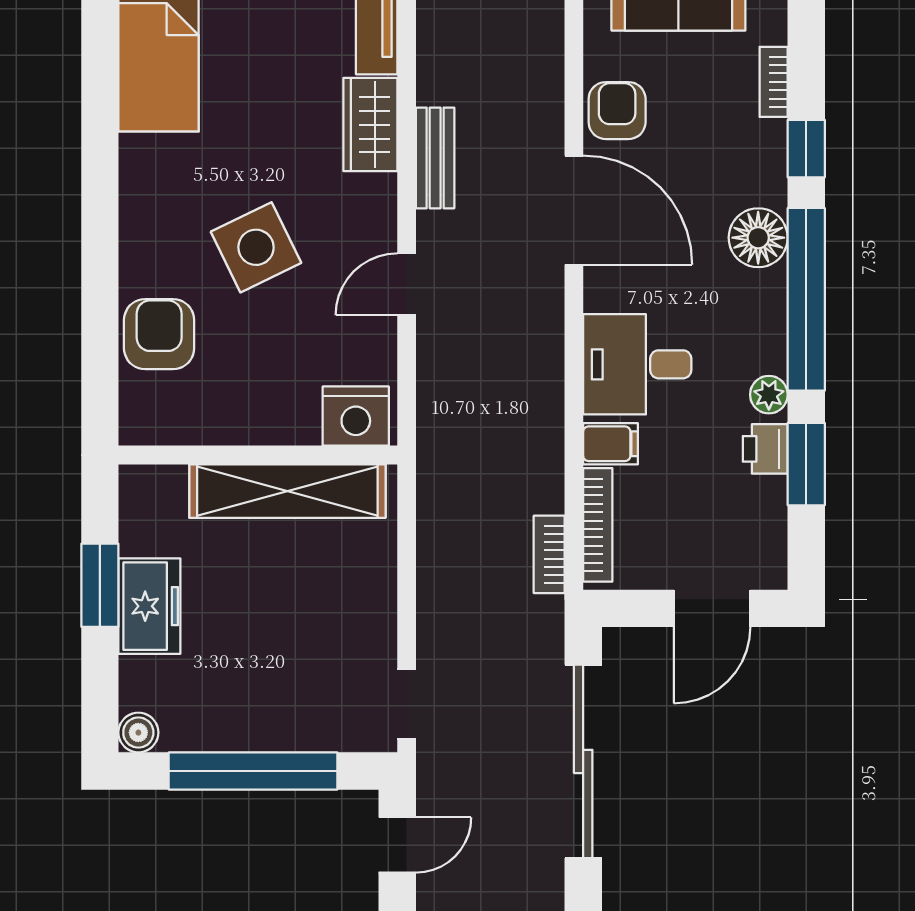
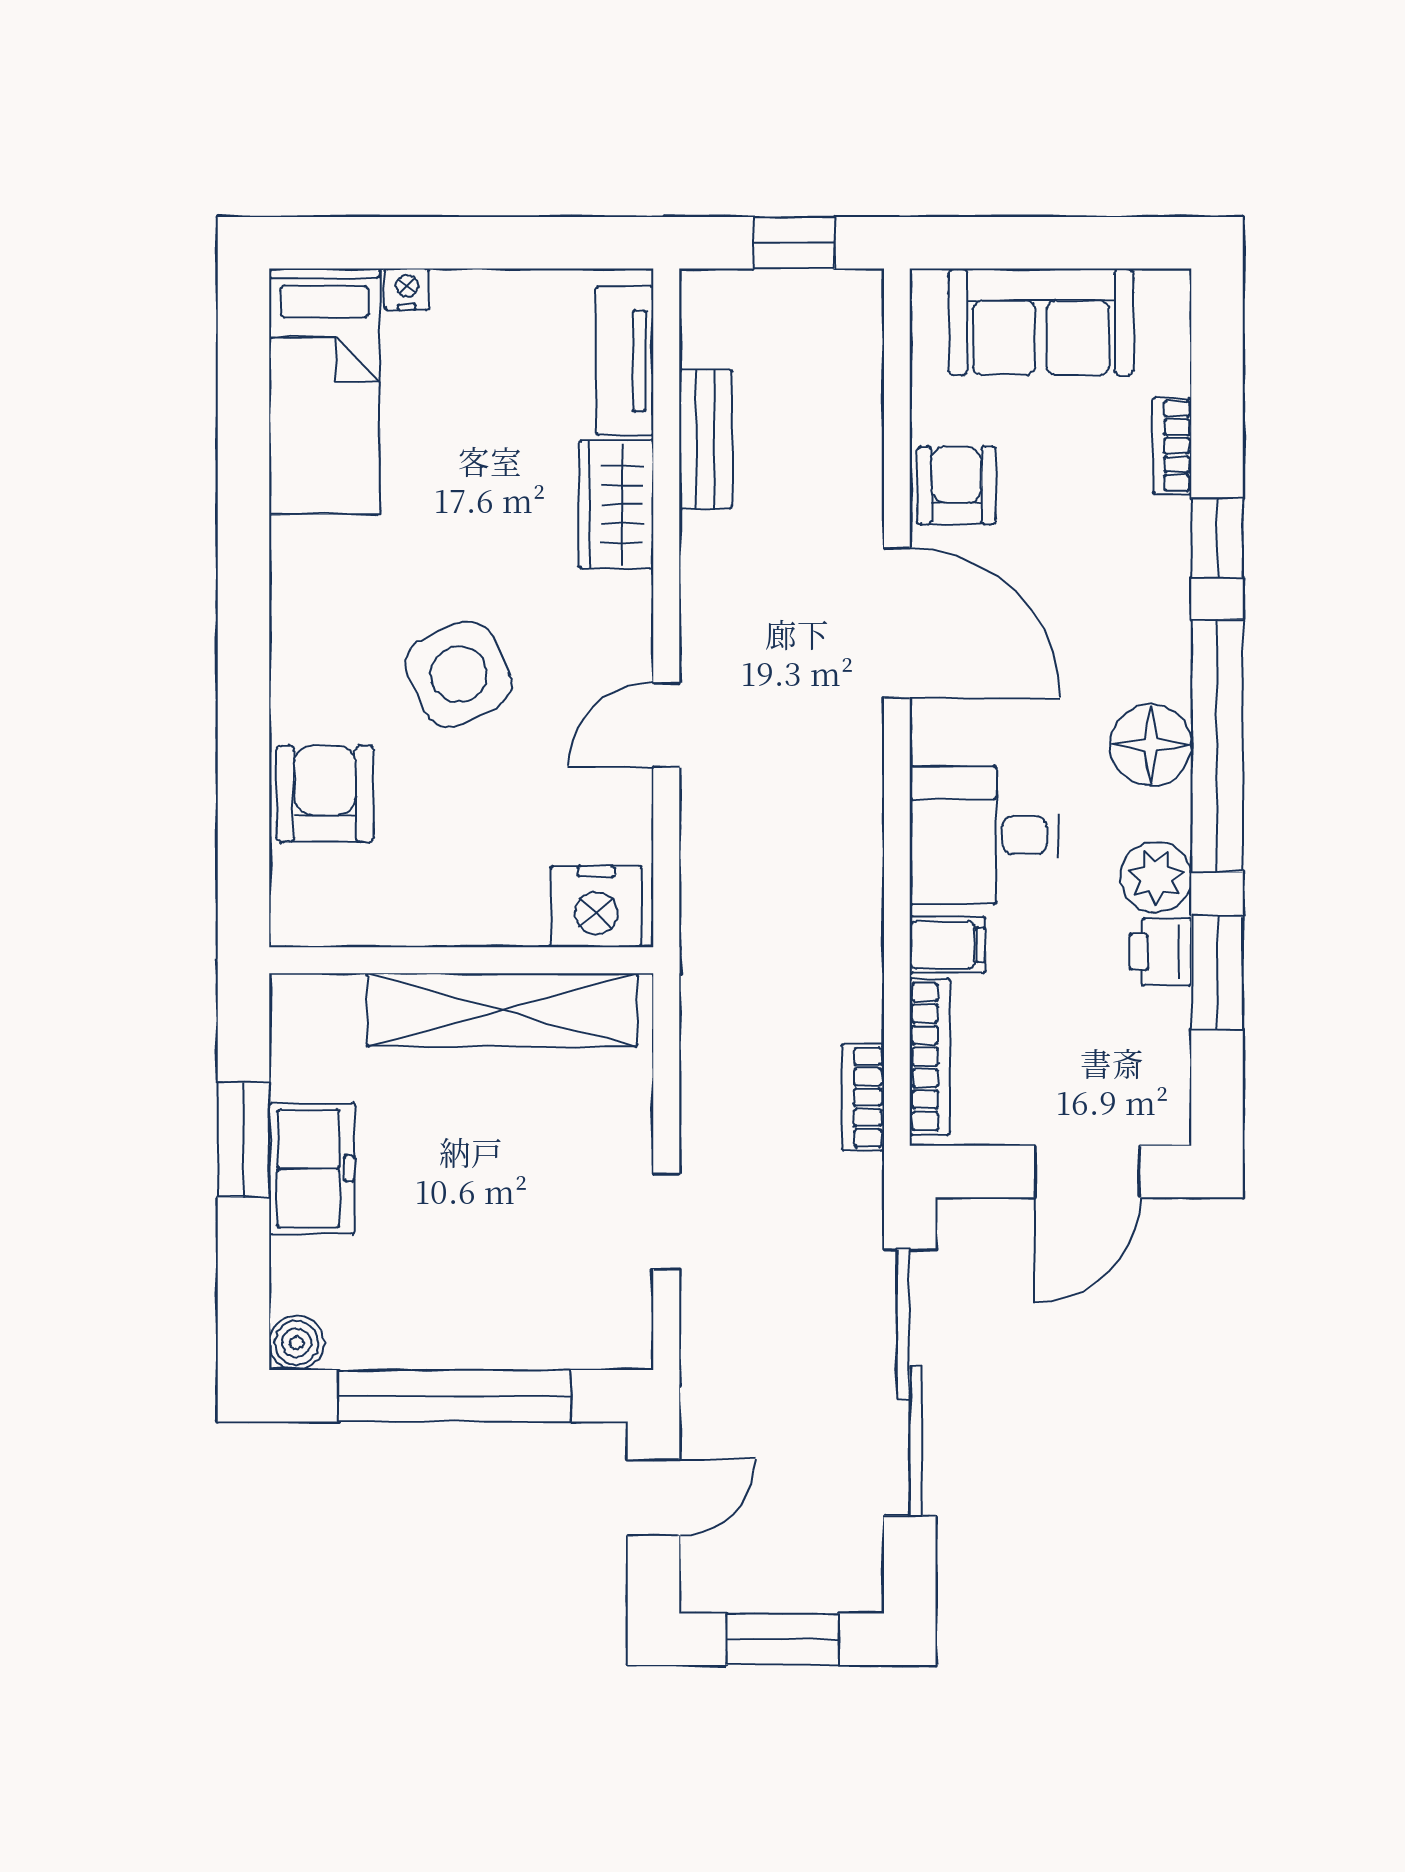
bench: (435, 158) -> (706, 439), moved
floor lamp: (758, 238) -> (1151, 745), moved
plant: (769, 395) -> (1156, 877), width x1.38, depth x1.38
doorway: (407, 704) -> (666, 1221), moved

